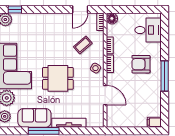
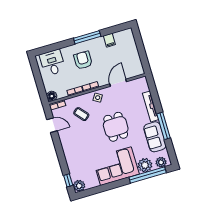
armchair: (141, 64) -> (83, 60), turned 180
filing cabinet: (154, 122) -> (109, 40), moved

